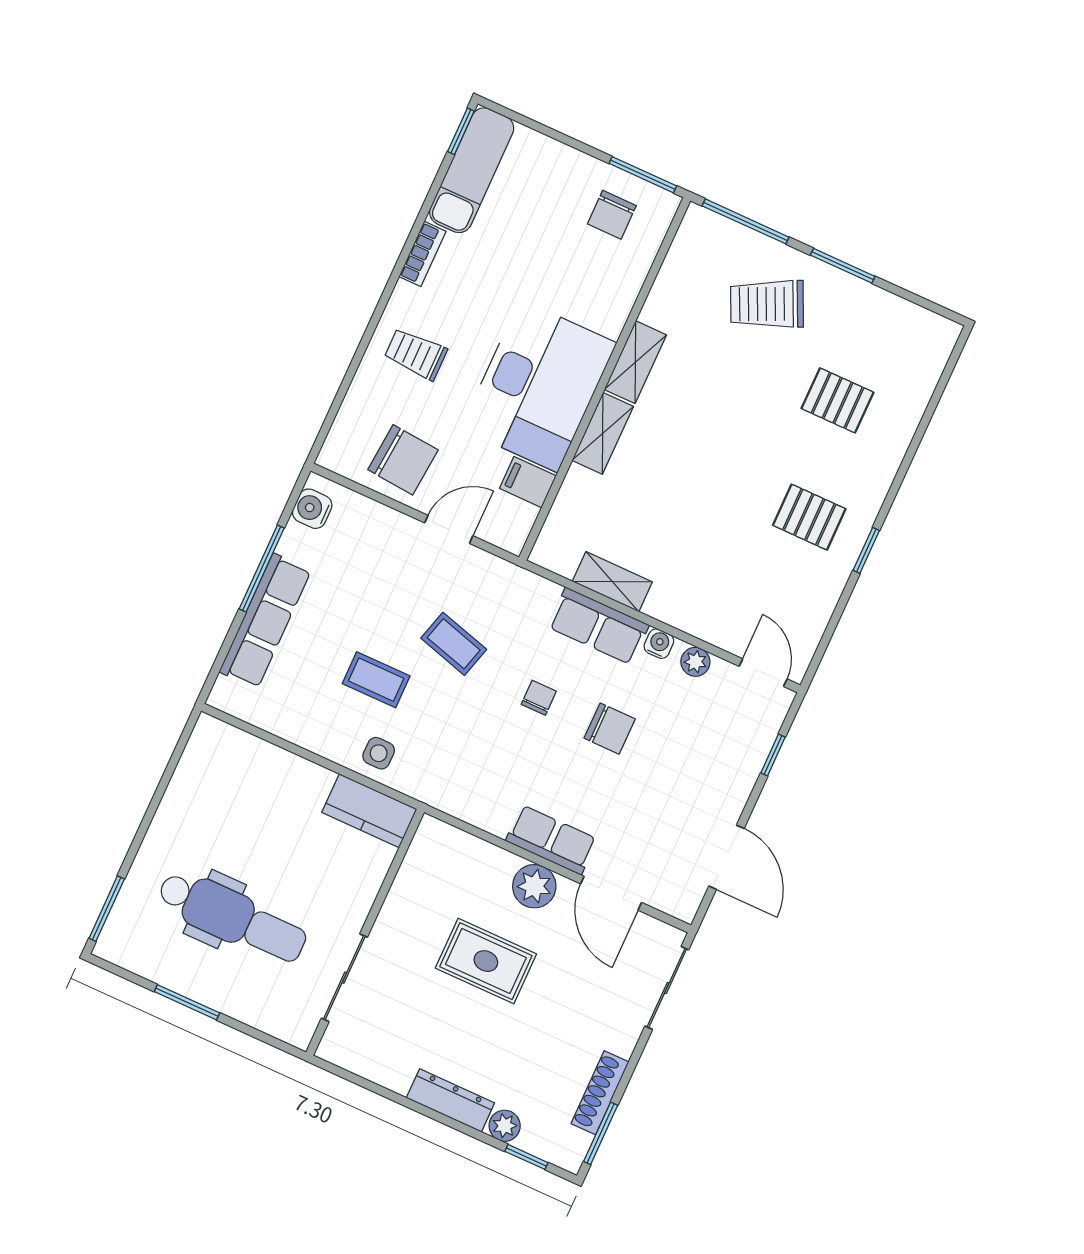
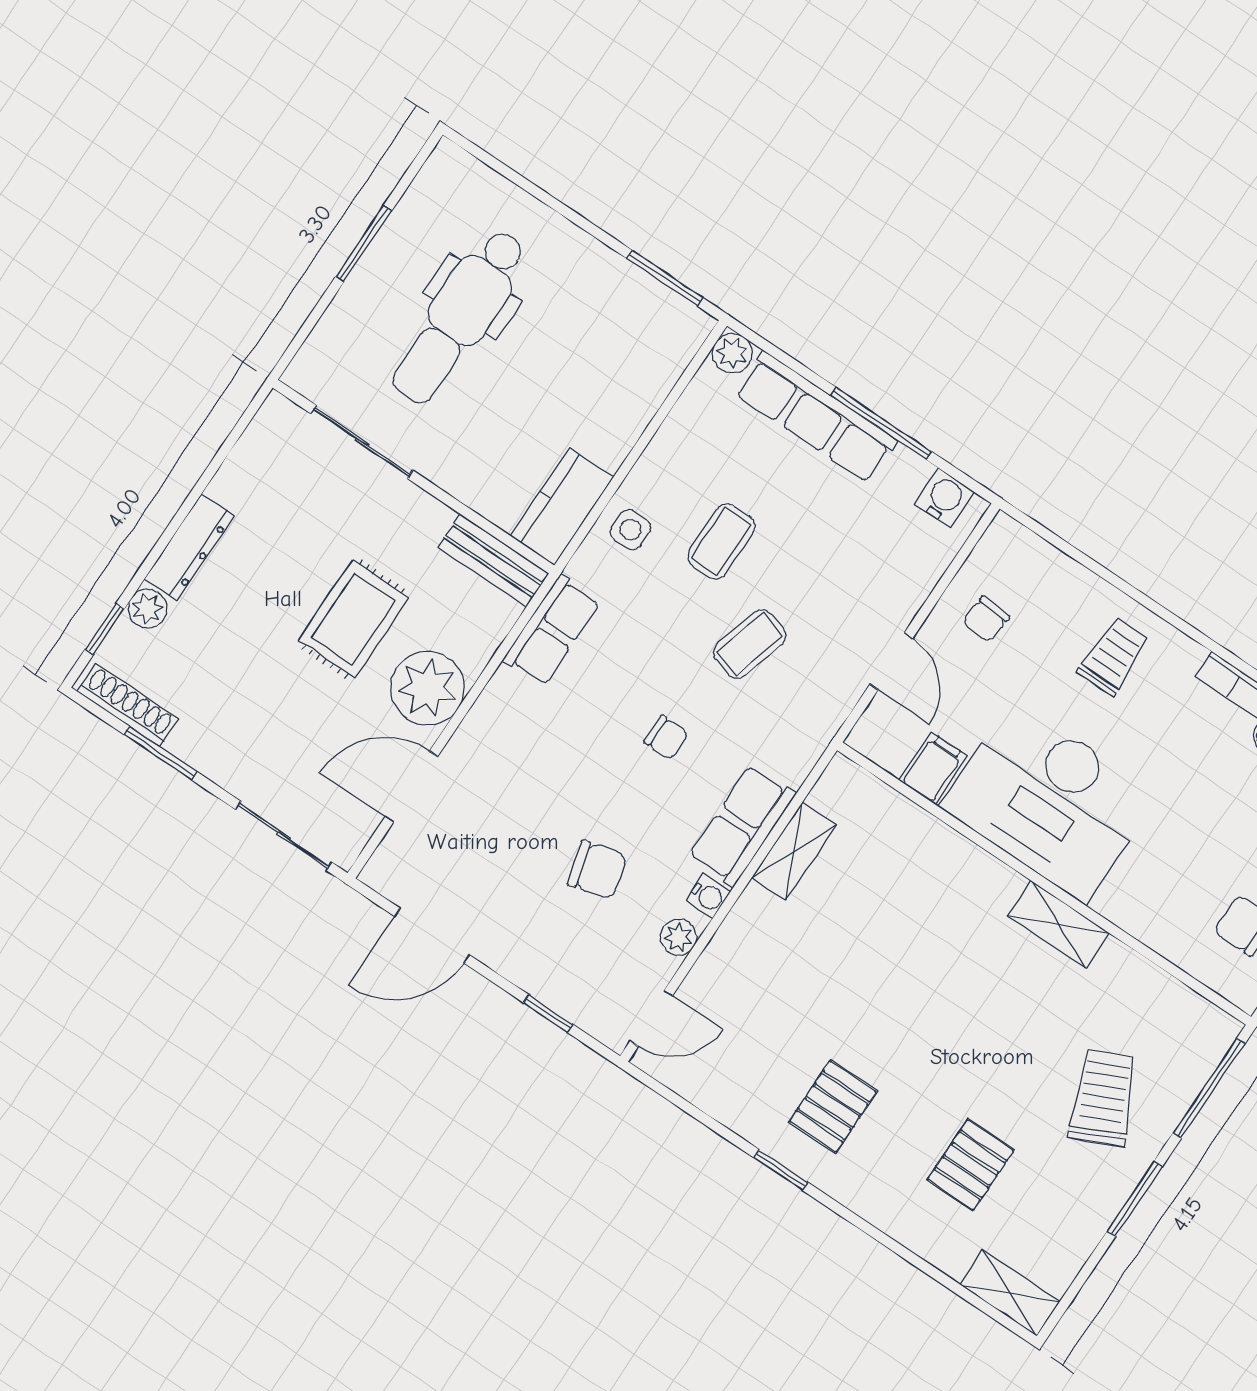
shelving: (603, 433) -> (1010, 1293), moved
chair: (403, 460) -> (986, 619), width x0.54, depth x0.54
plant: (225, 696) -> (732, 353), added
chair: (610, 729) -> (597, 870), moved, turned -105
row of seats: (551, 840) -> (552, 631), moved
bench: (421, 858) -> (493, 560), added
plant: (534, 886) -> (427, 688), width x1.36, depth x1.36
window: (107, 909) -> (665, 278), moved
shoe rack: (600, 1093) -> (128, 705), moved
window: (601, 1133) -> (160, 753), moved

